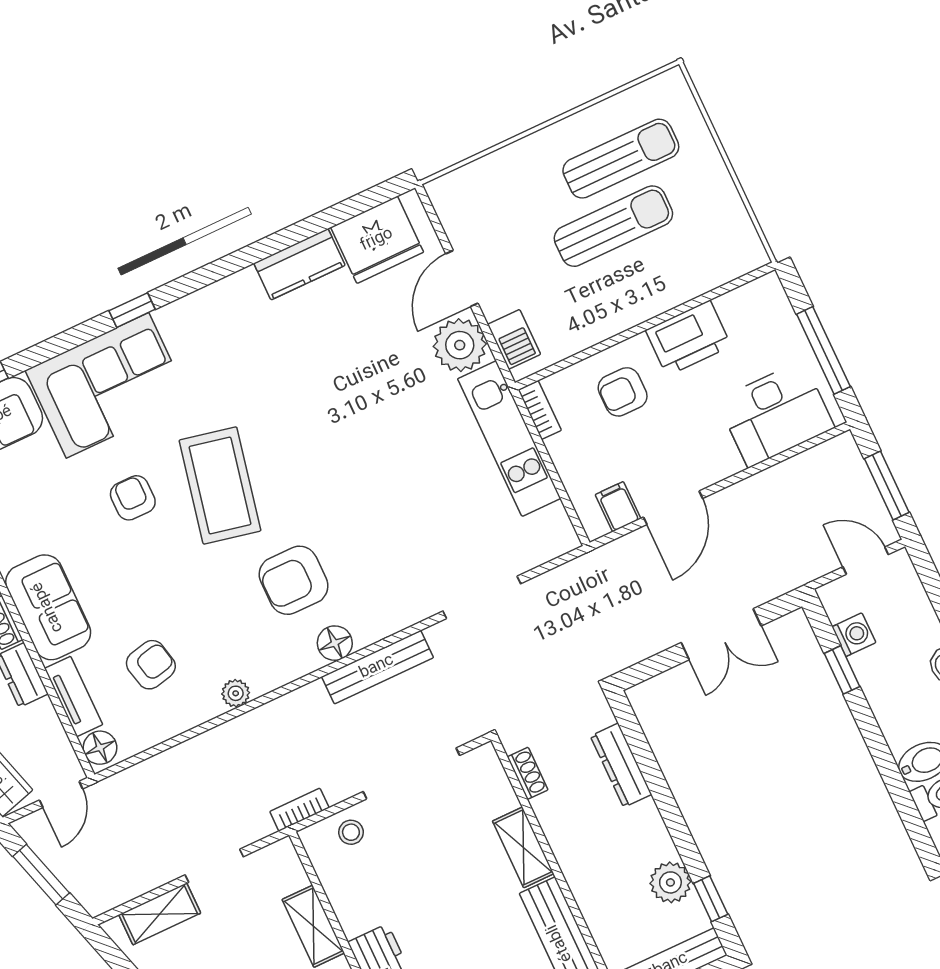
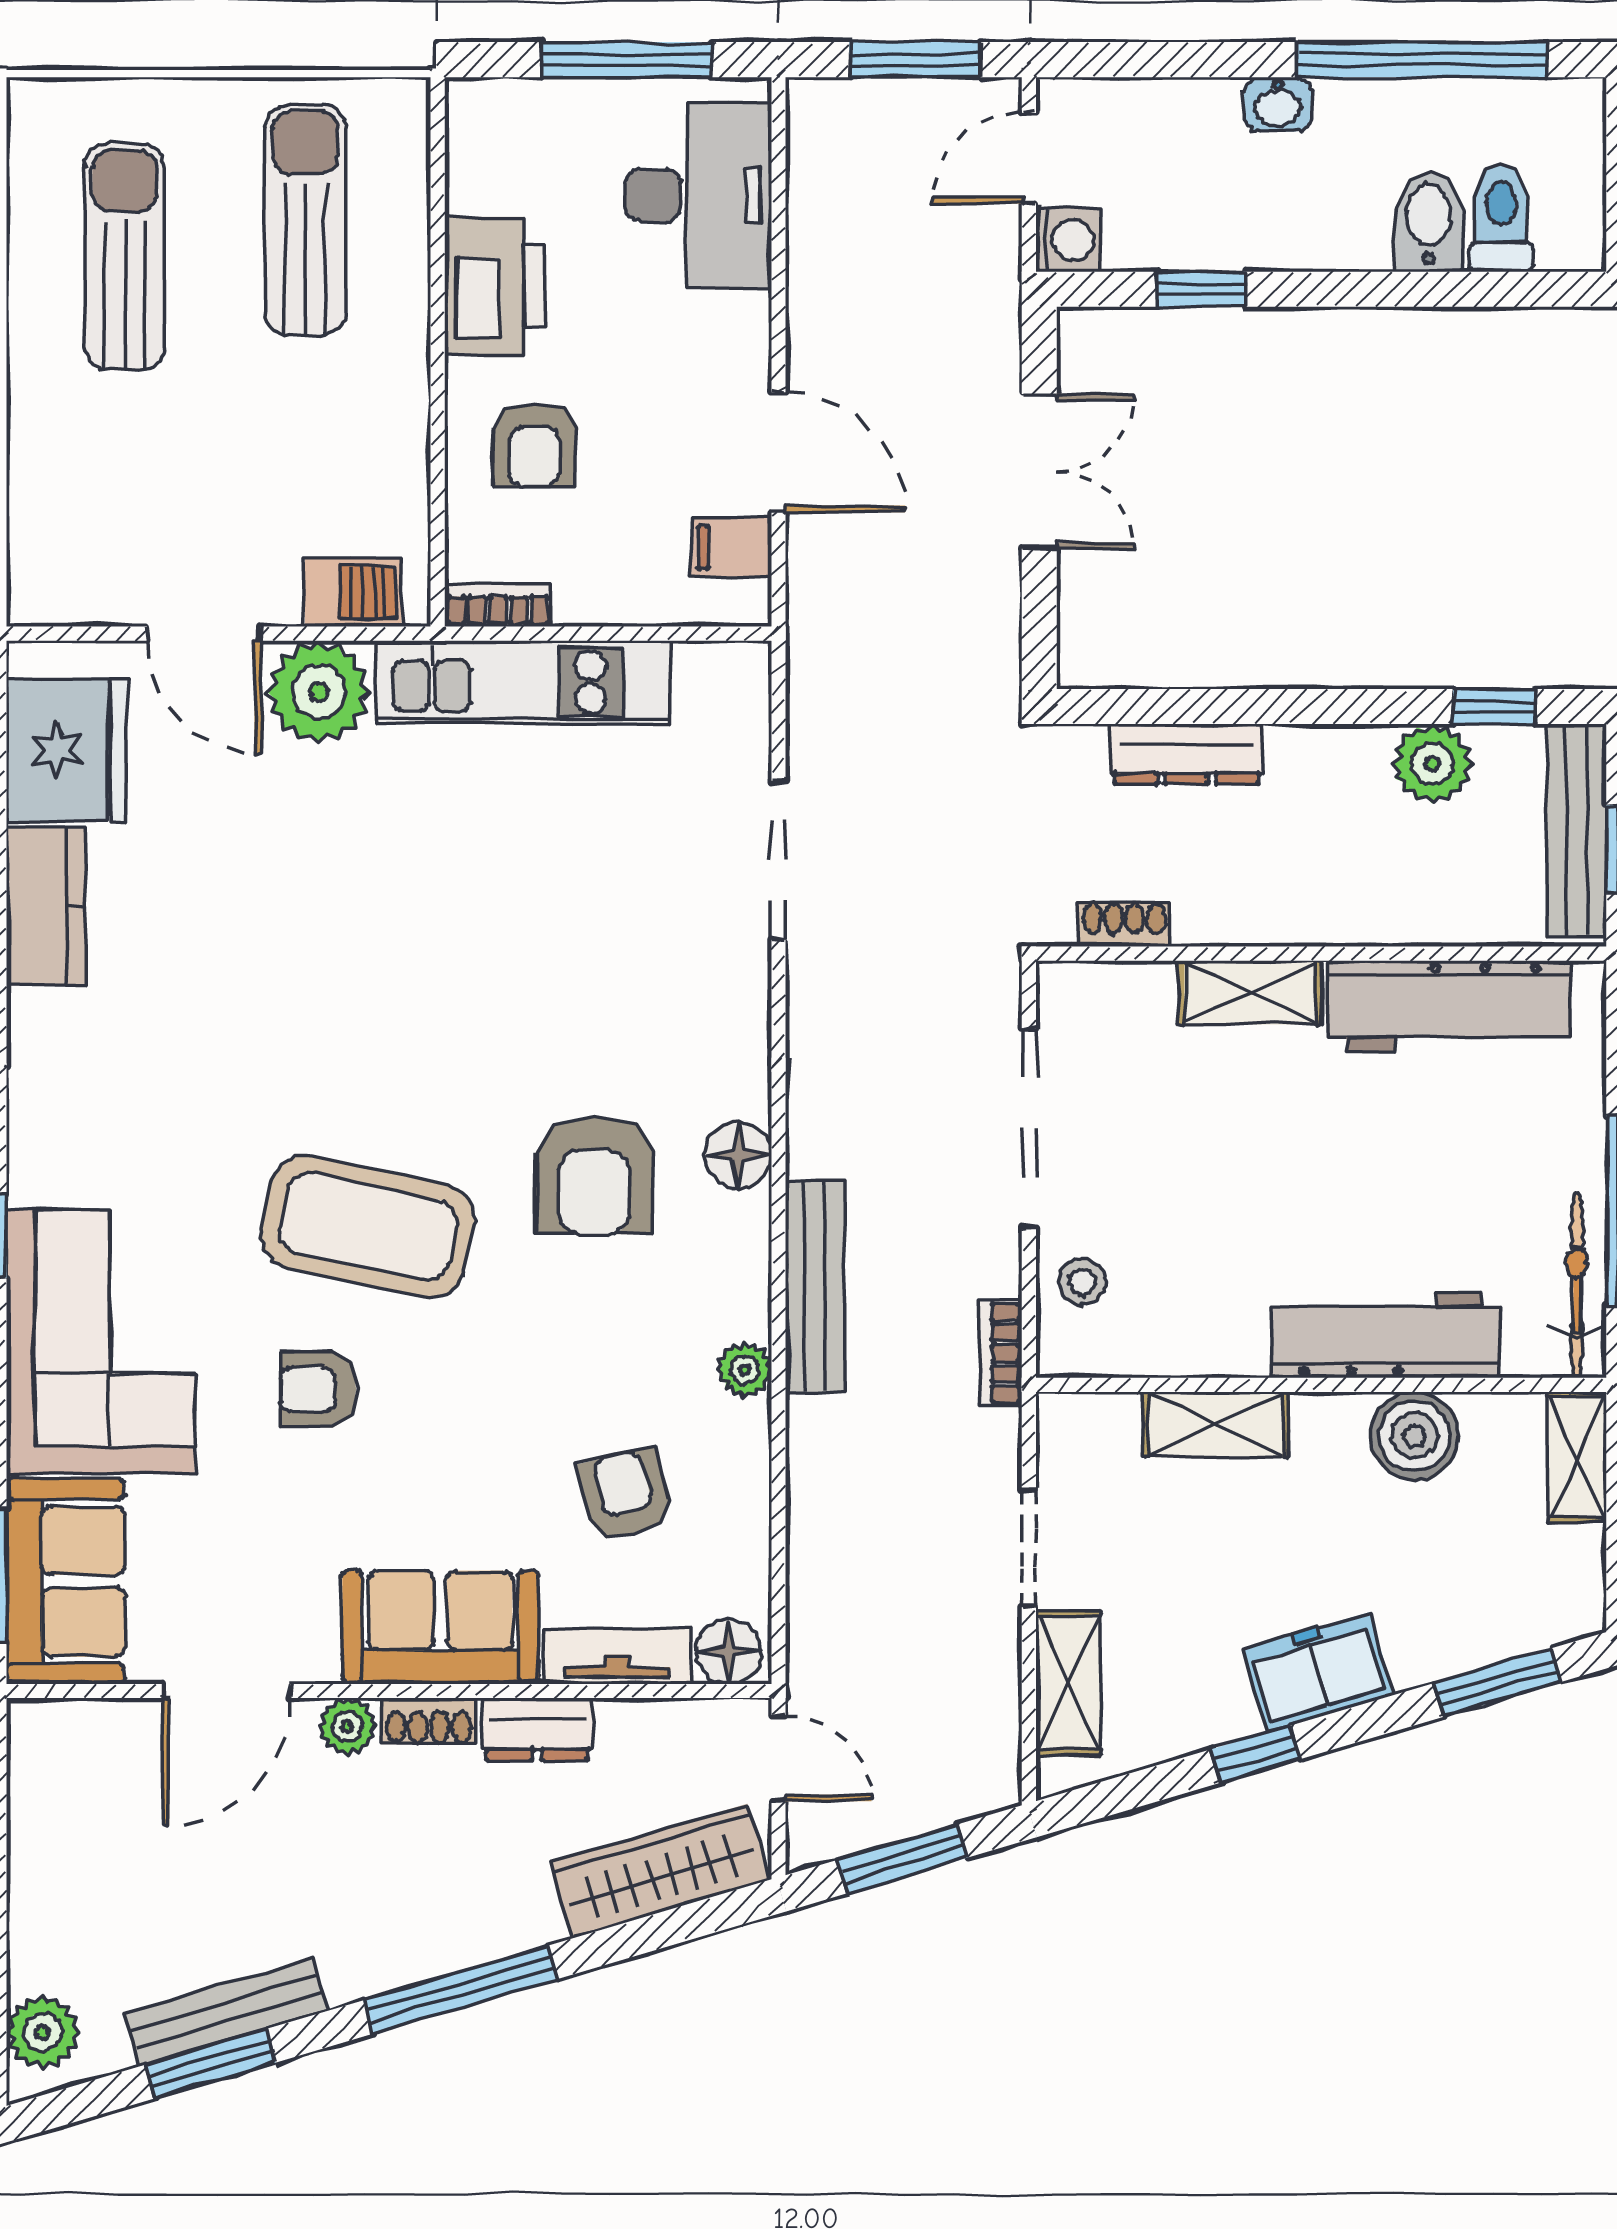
sun lounger: (613, 226) -> (305, 220), moved
washing machine: (854, 635) -> (1068, 240), moved, turned 90
bench: (377, 667) -> (815, 1286), moved

